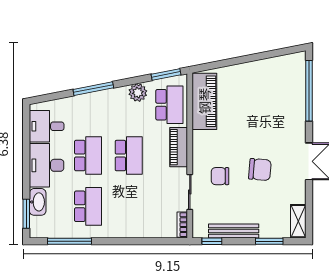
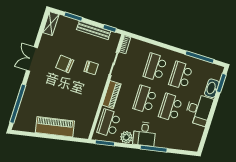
piano: (204, 101) -> (55, 127), moved, turned 79
desk: (47, 126) -> (144, 134), moved, turned 79
school desk: (129, 206) -> (155, 67), added

